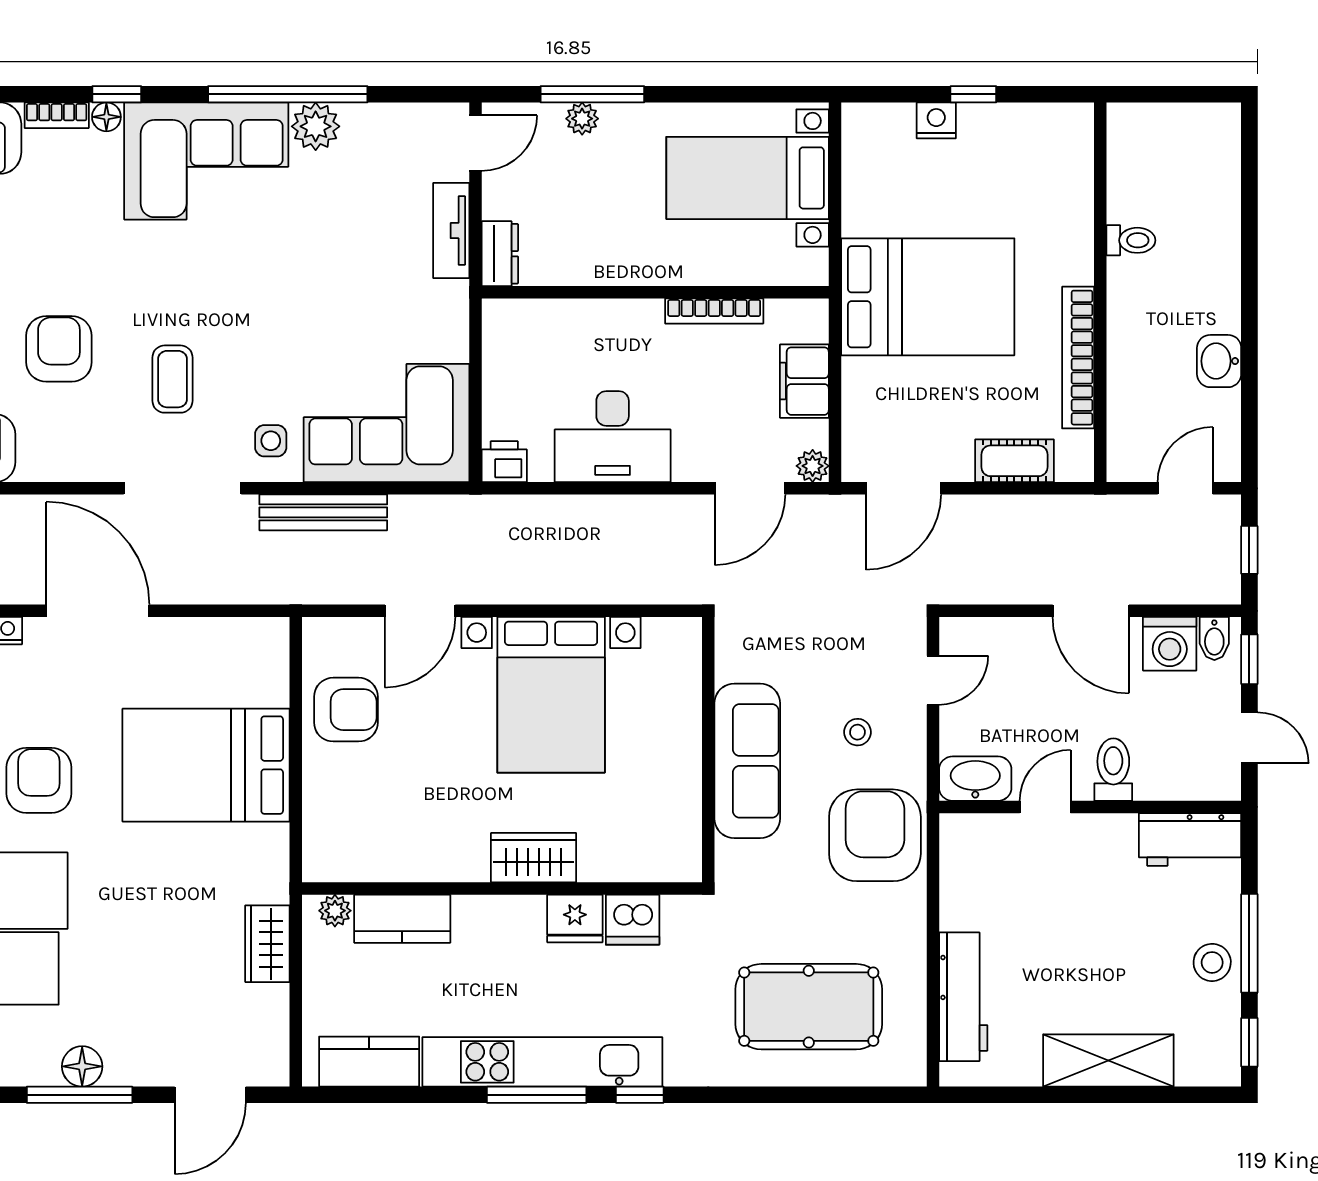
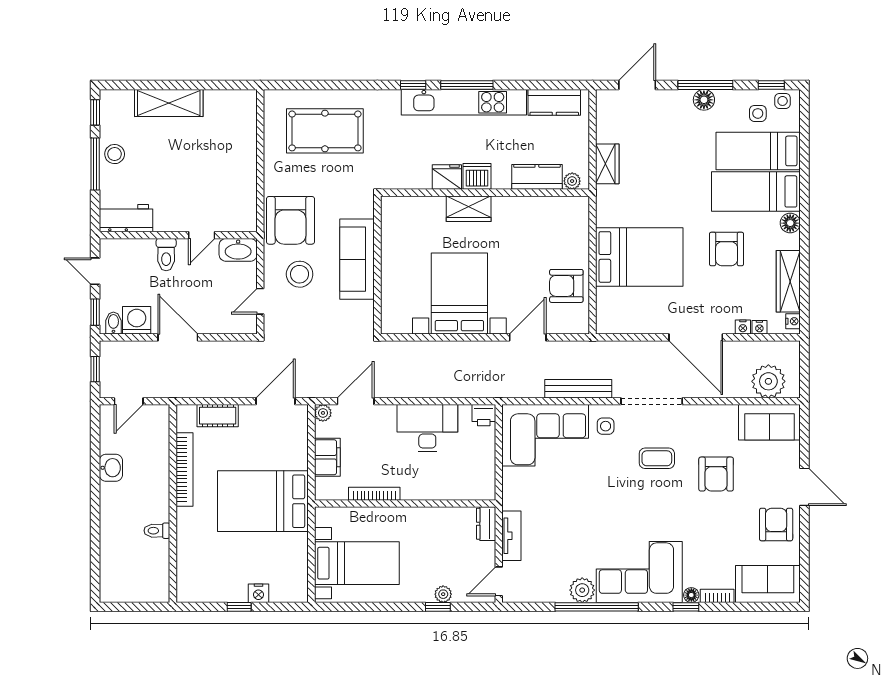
window: (592, 94) -> (438, 607), width x0.46
coffee table: (173, 379) -> (657, 458), turned 90
stool: (857, 732) -> (300, 274), width x1.89, depth x1.89
dishwasher: (633, 920) -> (477, 176), moved
workbench: (963, 997) -> (244, 136), removed

